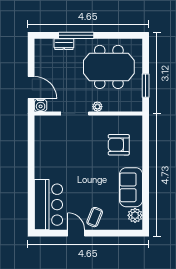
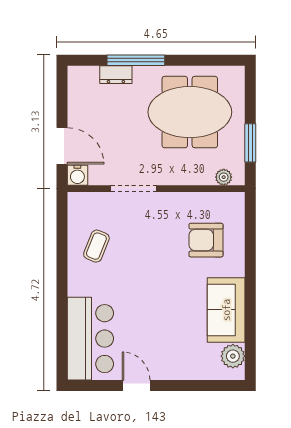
plant: (97, 107) -> (224, 177), moved
coffee table: (95, 217) -> (96, 246), moved

